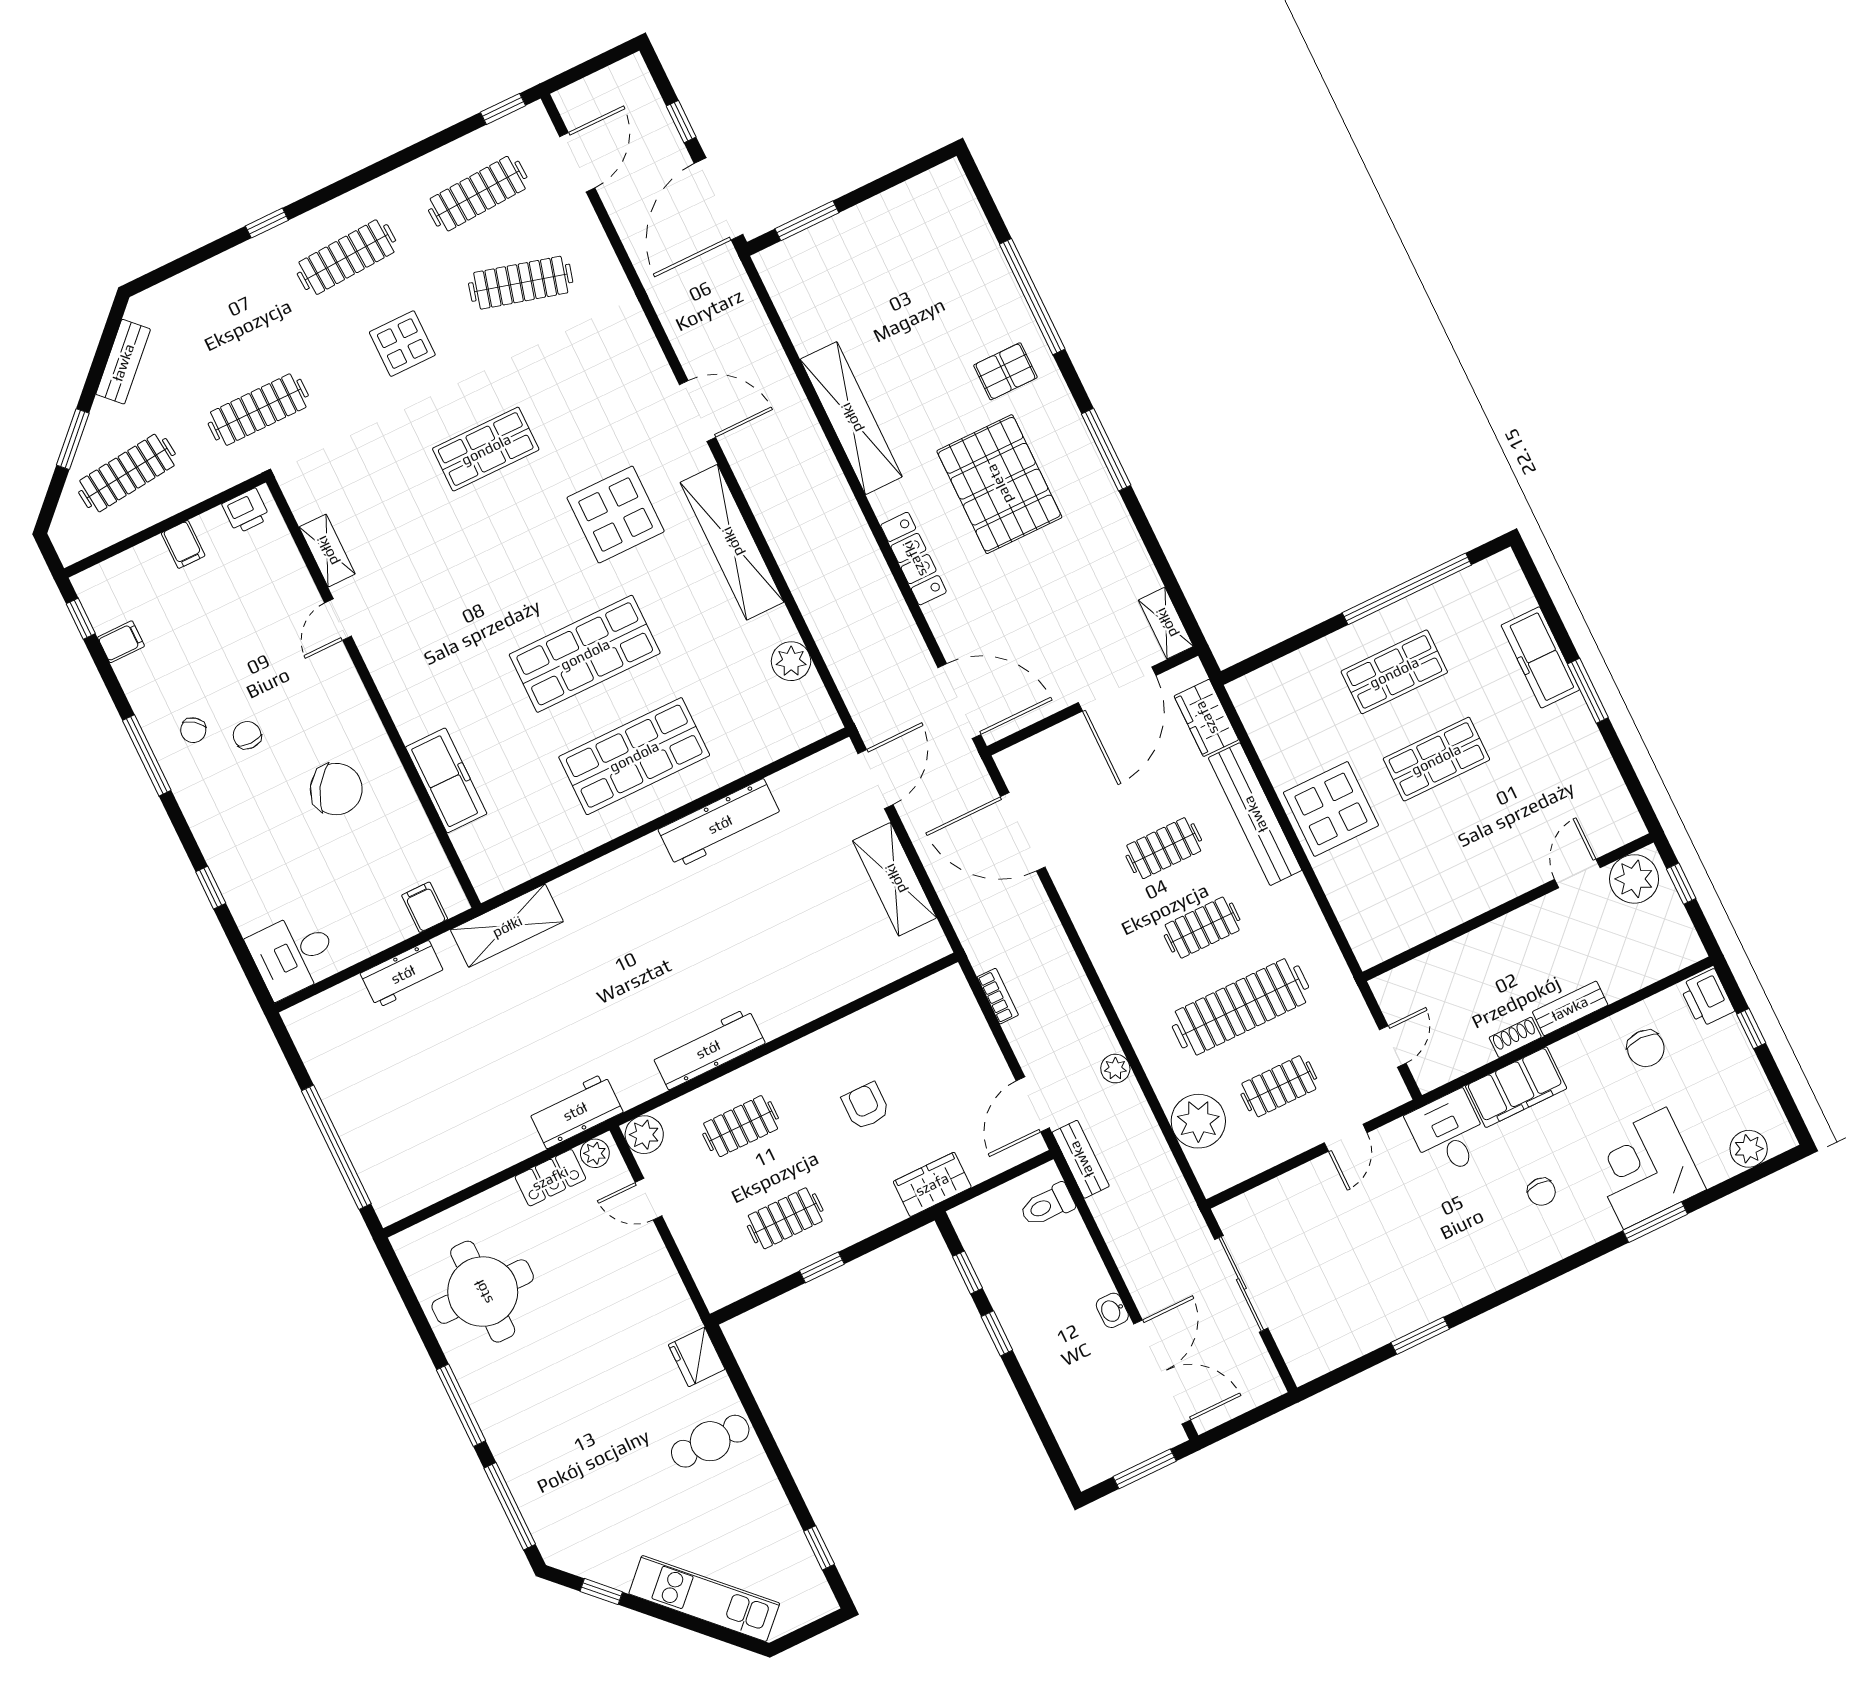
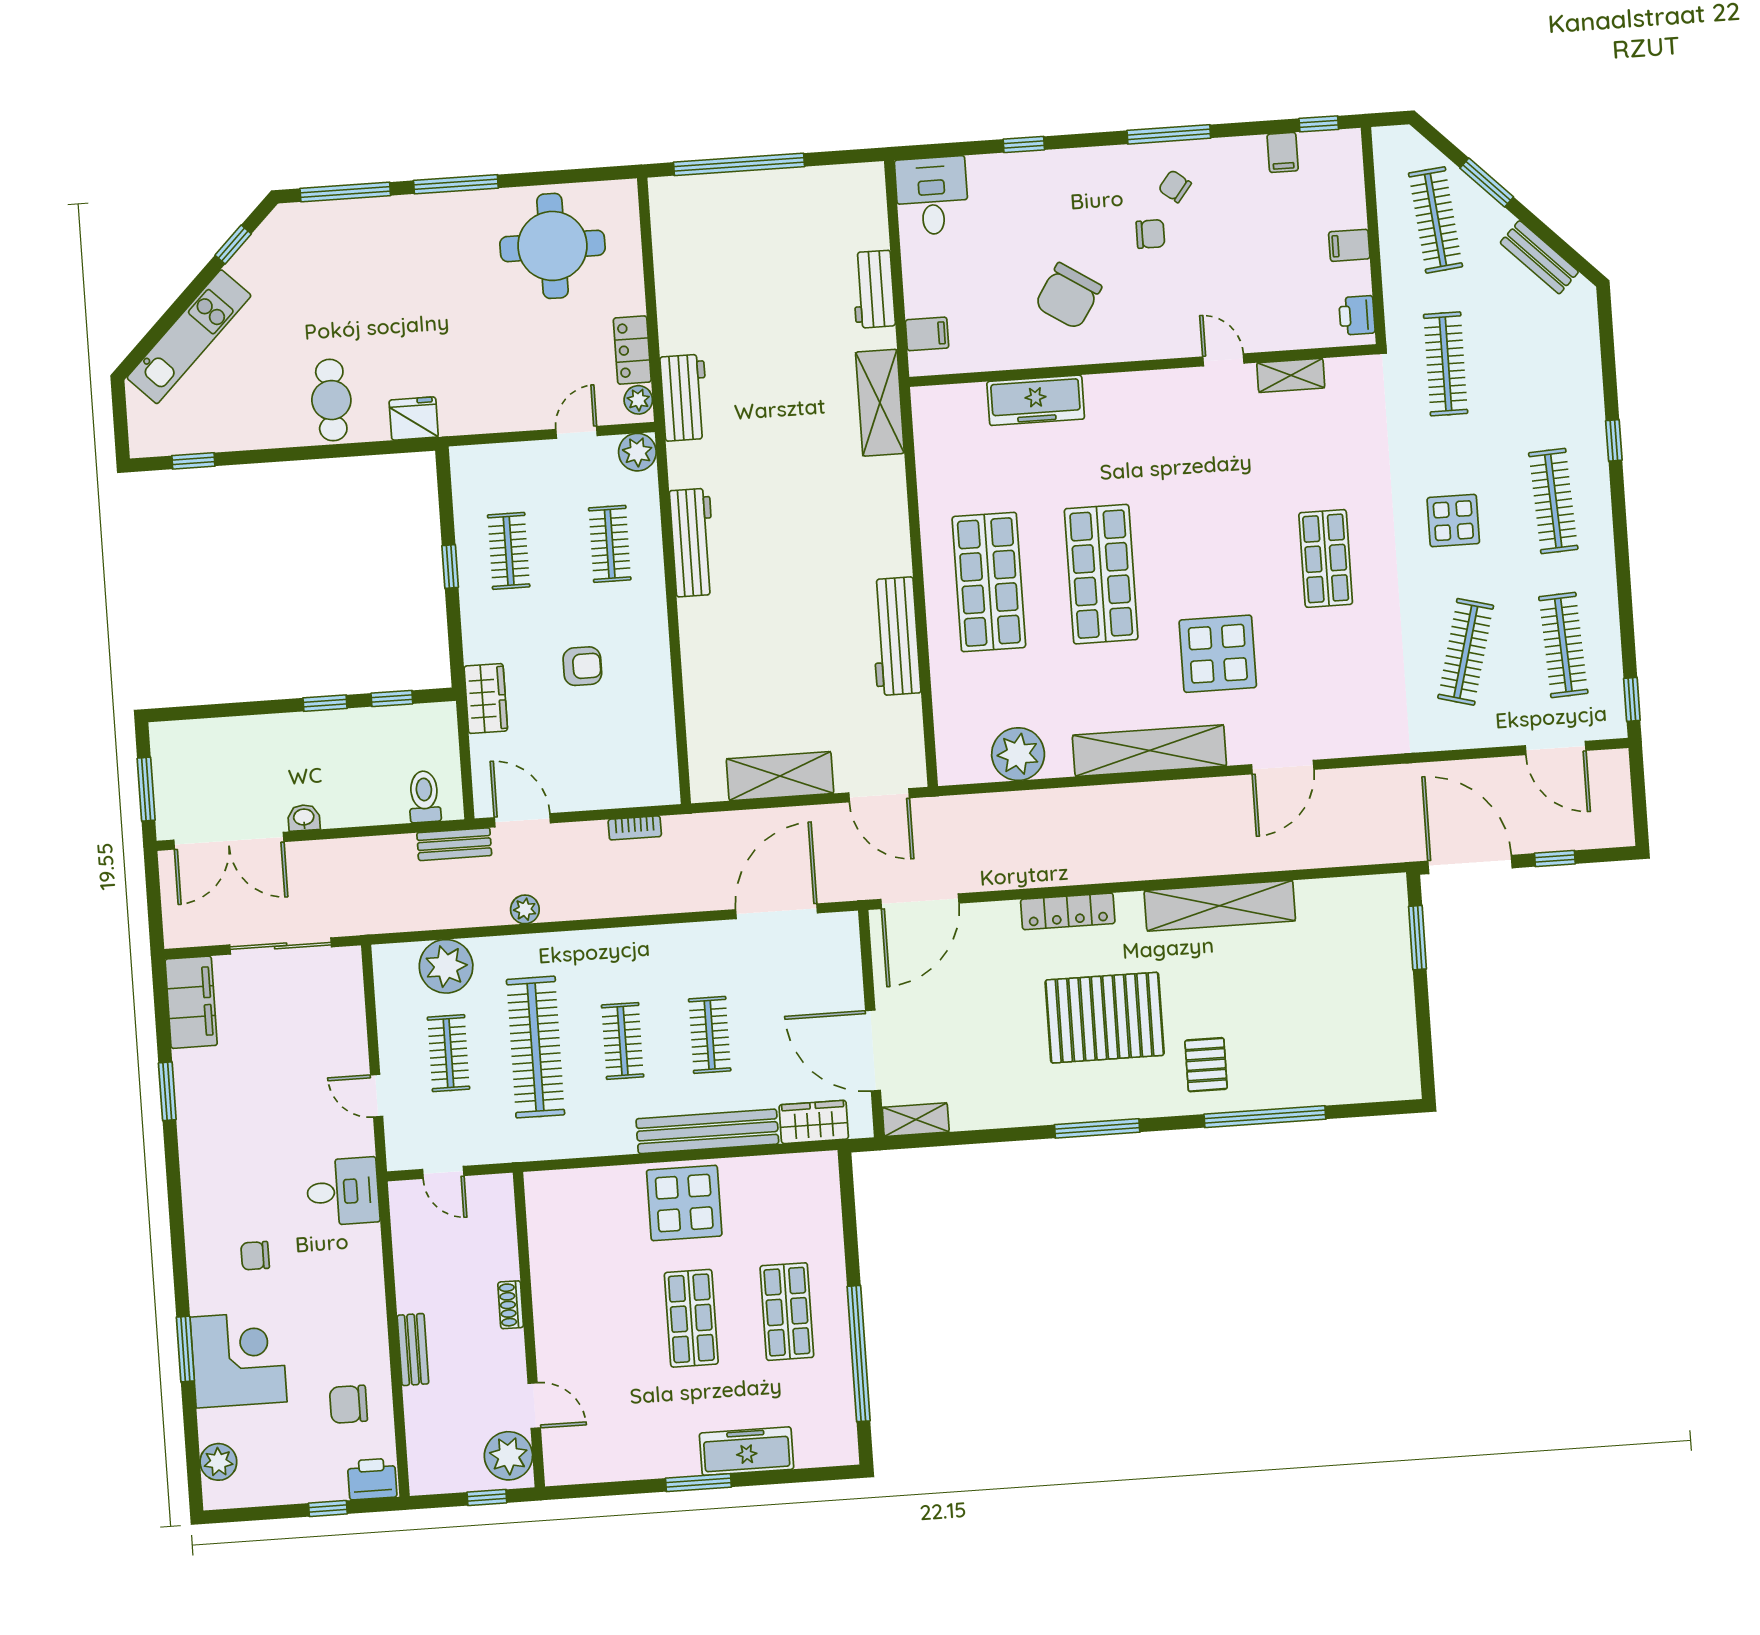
plant: (791, 661) -> (1018, 754), width x1.36, depth x1.36
shoe rack: (1515, 1037) -> (511, 1305), moved, turned 180
filing cabinet: (1516, 1087) -> (191, 1002), moved, turned 180

